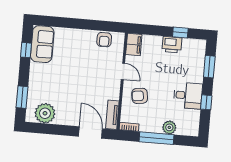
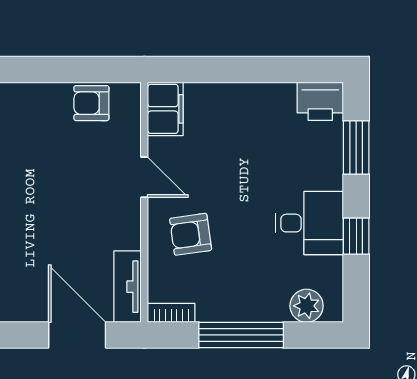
window: (180, 32) -> (278, 69), removed
armchair: (104, 40) -> (91, 103), turned 90
printer: (172, 45) -> (320, 101), moved
plant: (169, 127) -> (307, 306), moved

